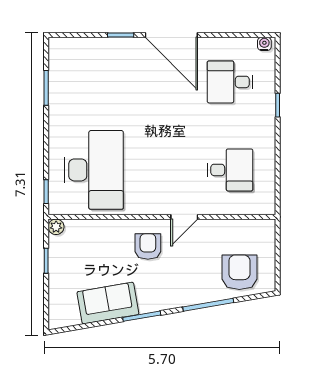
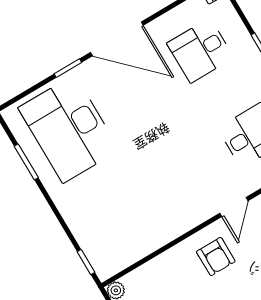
desk: (94, 170) -> (69, 129), moved, turned 180
armchair: (148, 246) -> (216, 256), turned 180

